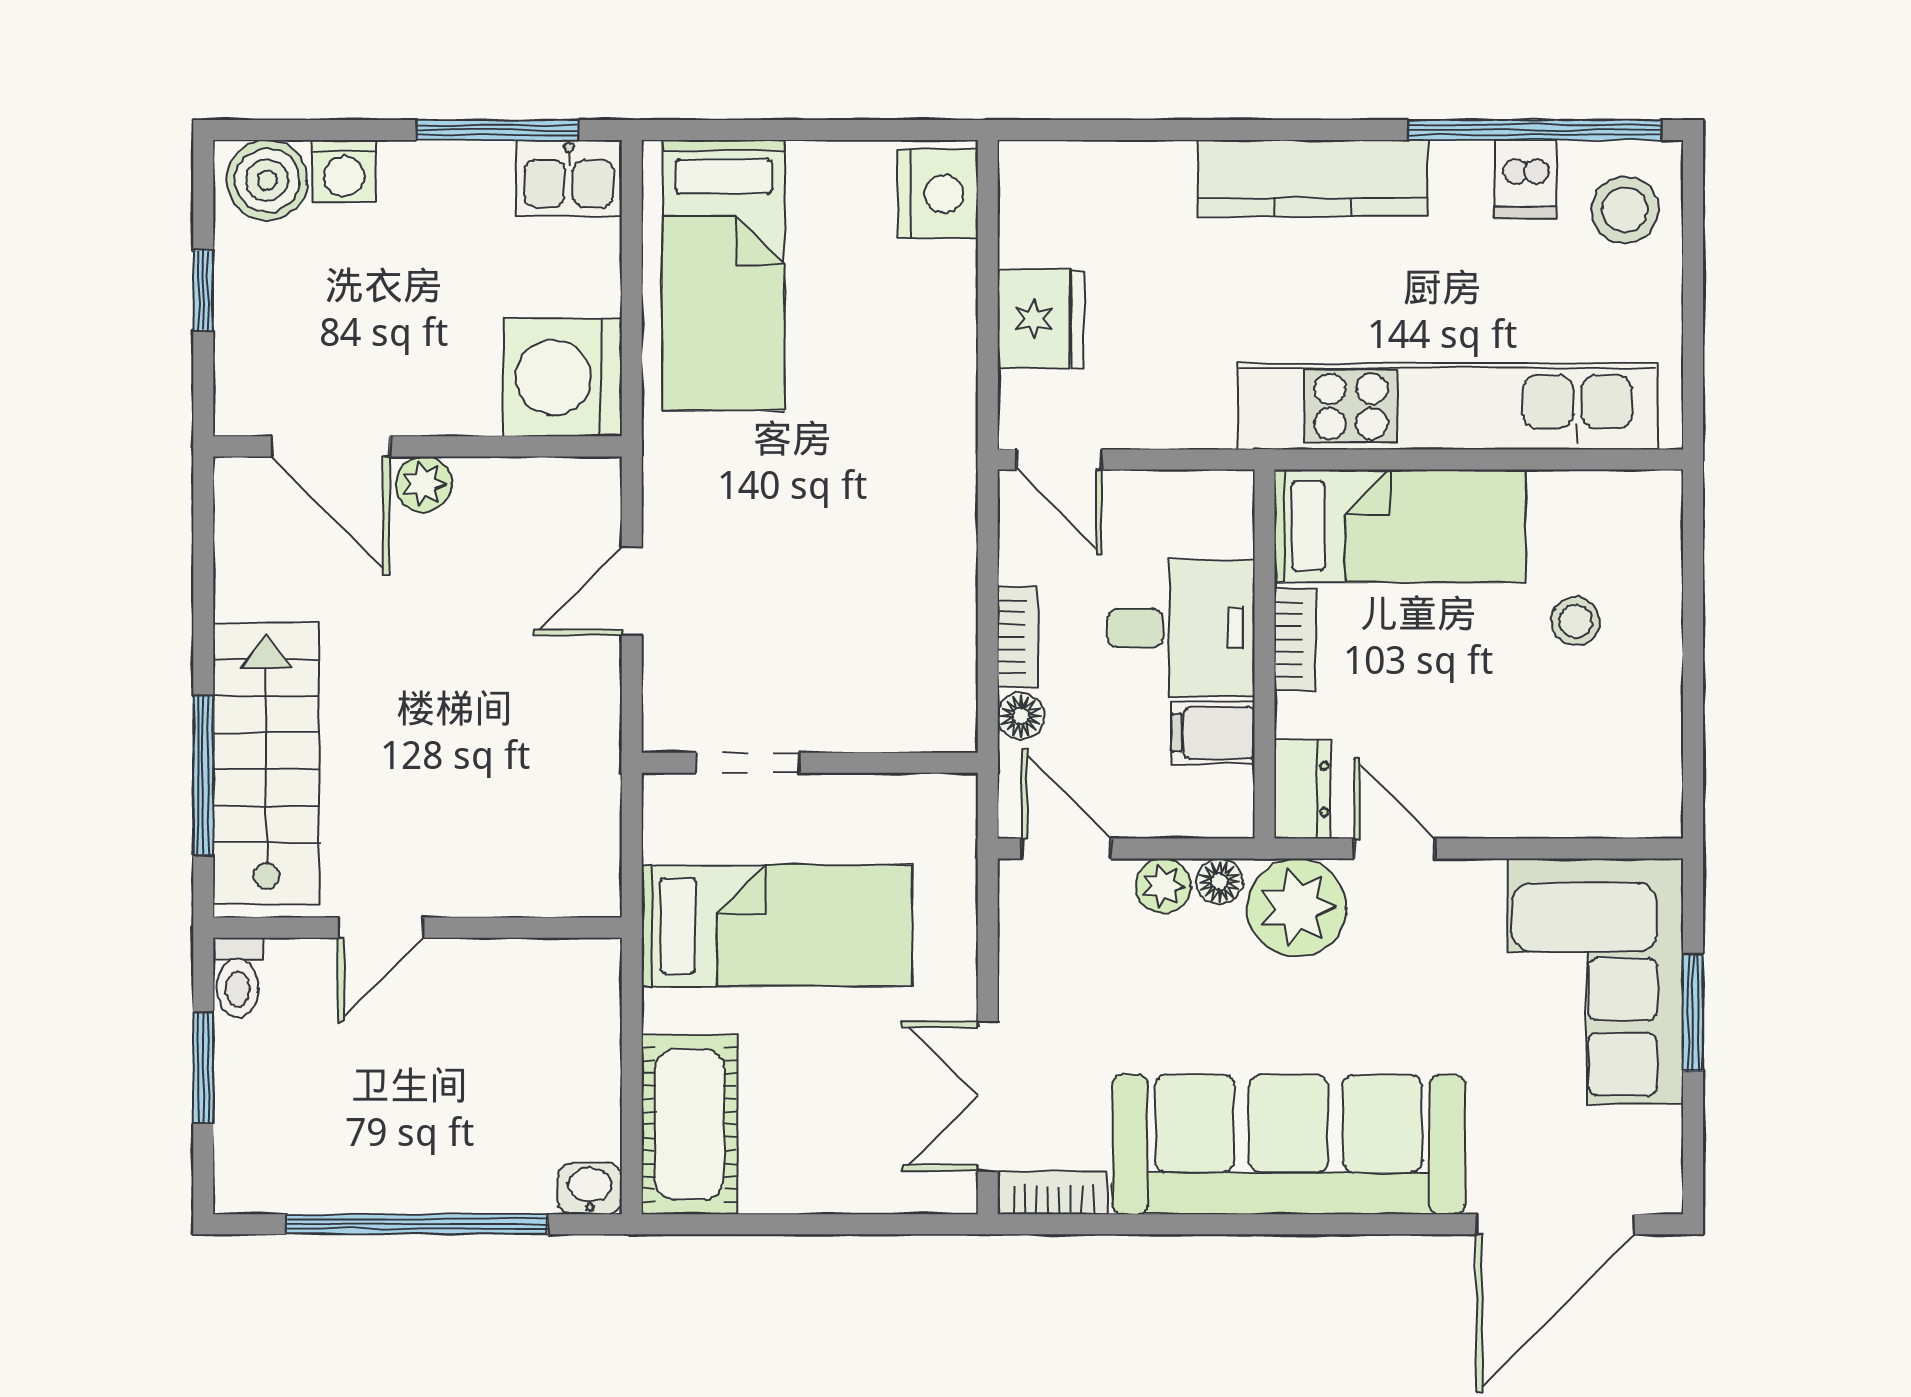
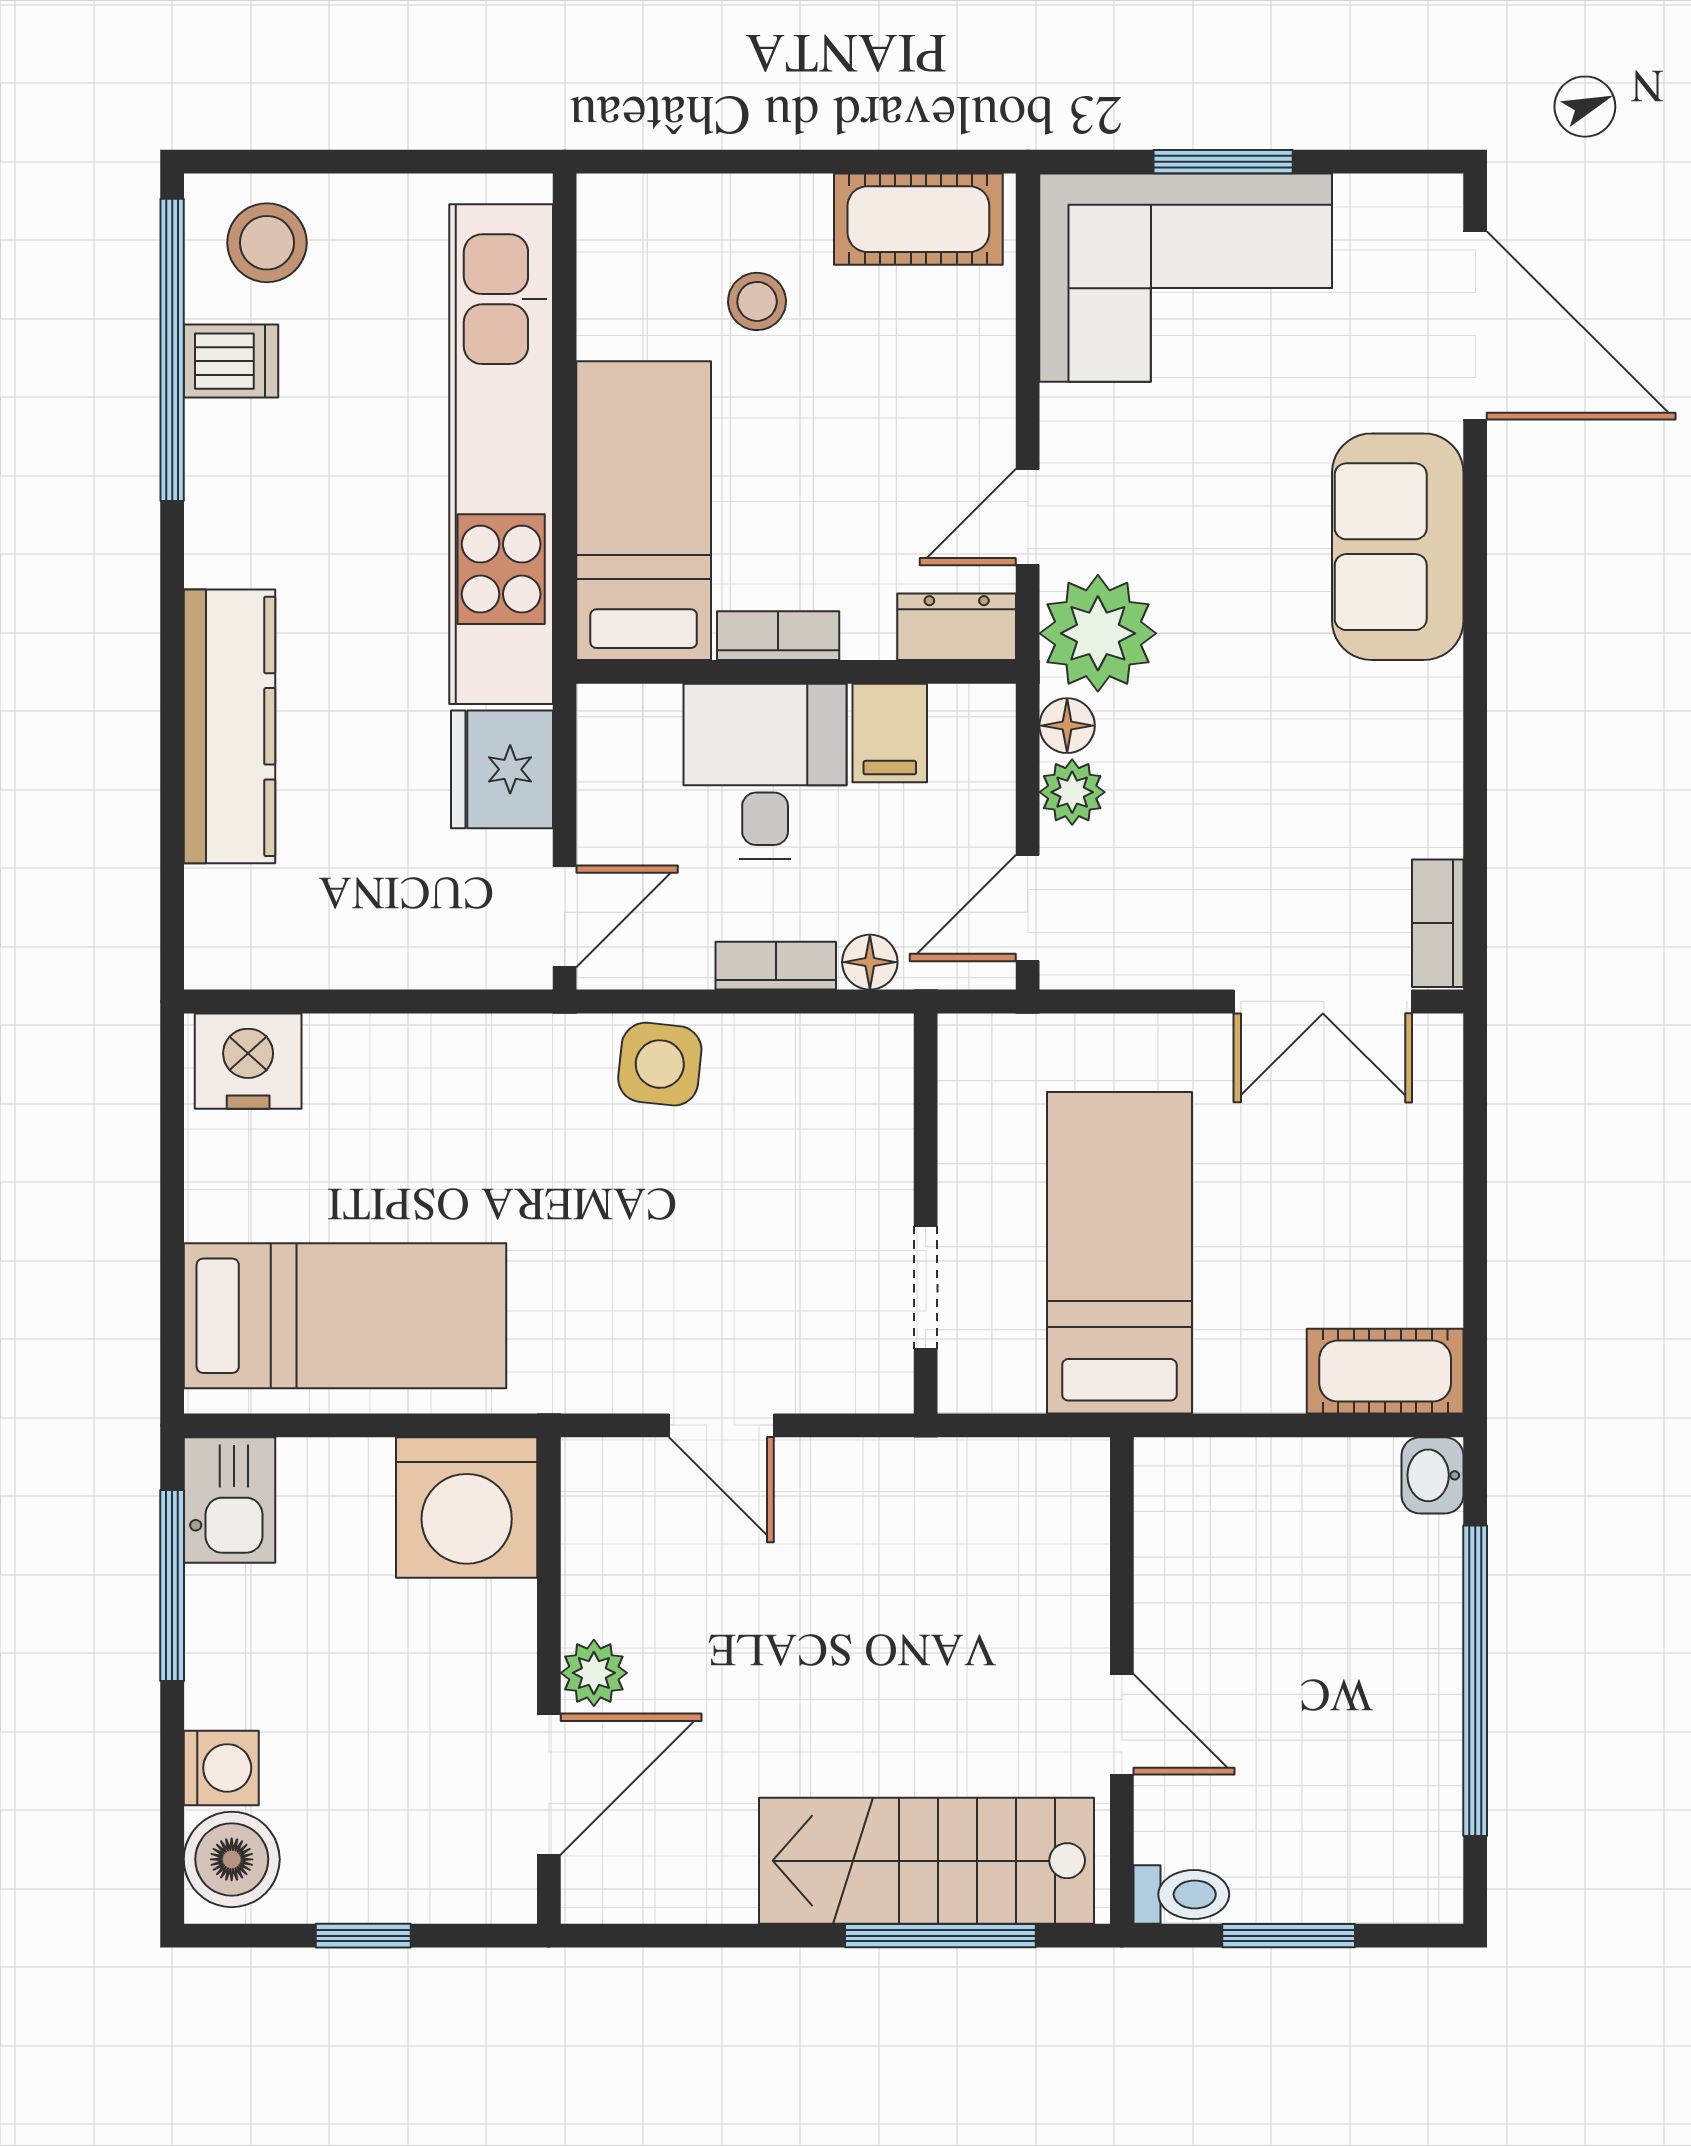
kitchen counter: (1313, 178) -> (230, 726), moved
fridge: (1040, 319) -> (502, 769), moved, turned -90
side table: (935, 540) -> (660, 1064), added
cot: (1645, 757) -> (918, 219), added
cot: (689, 1124) -> (1385, 1371), width x0.73, depth x0.75
sofa: (1289, 1144) -> (1398, 547), width x0.54, depth x0.79

